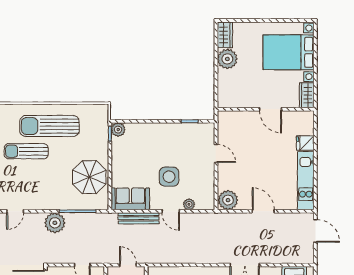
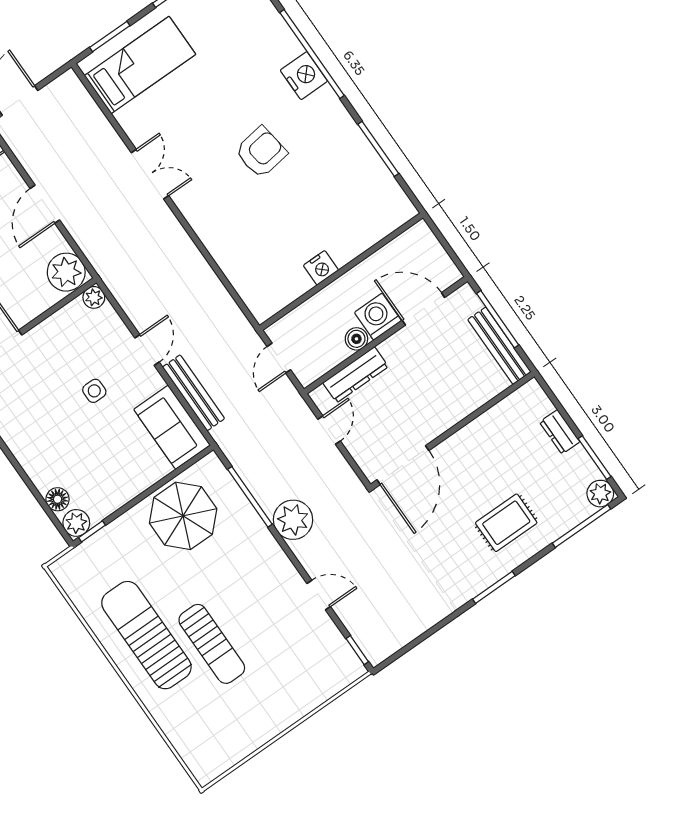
sun lounger: (49, 126) -> (146, 635), turned 180
floor lamp: (134, 129) -> (58, 499), added
side table: (169, 177) -> (94, 391), width x0.54, depth x0.54
plant: (189, 204) -> (94, 297), moved

